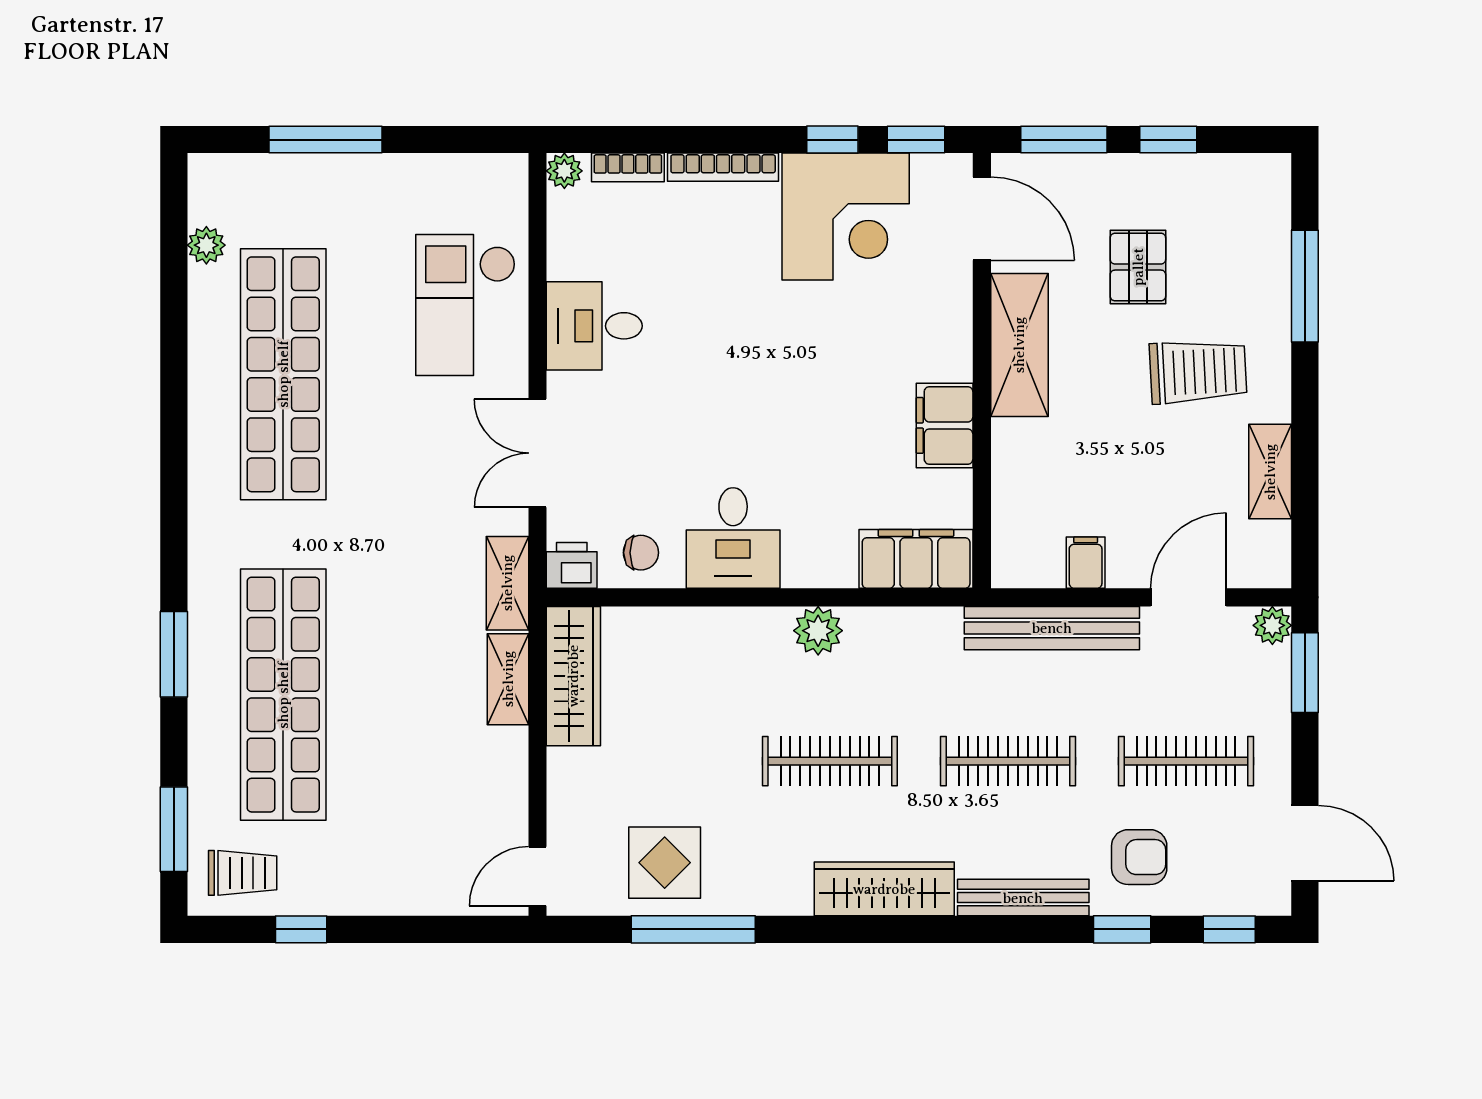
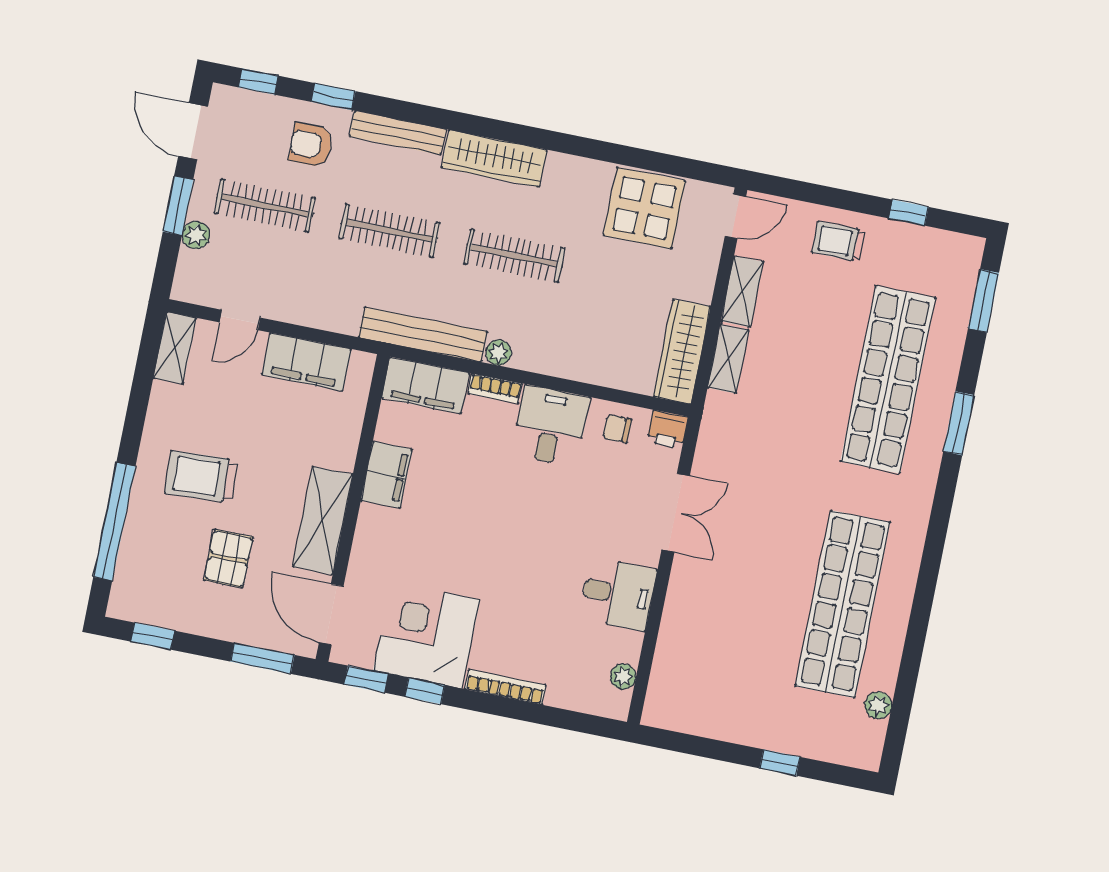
window: (325, 140) -> (780, 763), width x0.46
window: (1168, 140) -> (153, 636), moved
bookcase: (628, 167) -> (495, 388), moved, turned 180
plant: (564, 171) -> (623, 677), moved
window: (1305, 286) -> (114, 522), width x1.46
checkout: (466, 305) -> (705, 627), removed
shelving: (1270, 472) -> (175, 348), moved
filing cabinet: (1086, 563) -> (306, 362), width x3.00, depth x1.17
shelving: (507, 583) -> (742, 292), moved
door: (1189, 597) -> (240, 320), width x0.73
plant: (1272, 625) -> (196, 235), moved
bench: (1052, 628) -> (423, 334), moved
plant: (818, 631) -> (499, 353), width x0.73, depth x0.73
window: (1305, 673) -> (178, 206), moved
display table: (665, 863) -> (644, 208), width x1.36, depth x1.36
trolley: (243, 873) -> (839, 241), moved
window: (693, 929) -> (634, 157), removed

